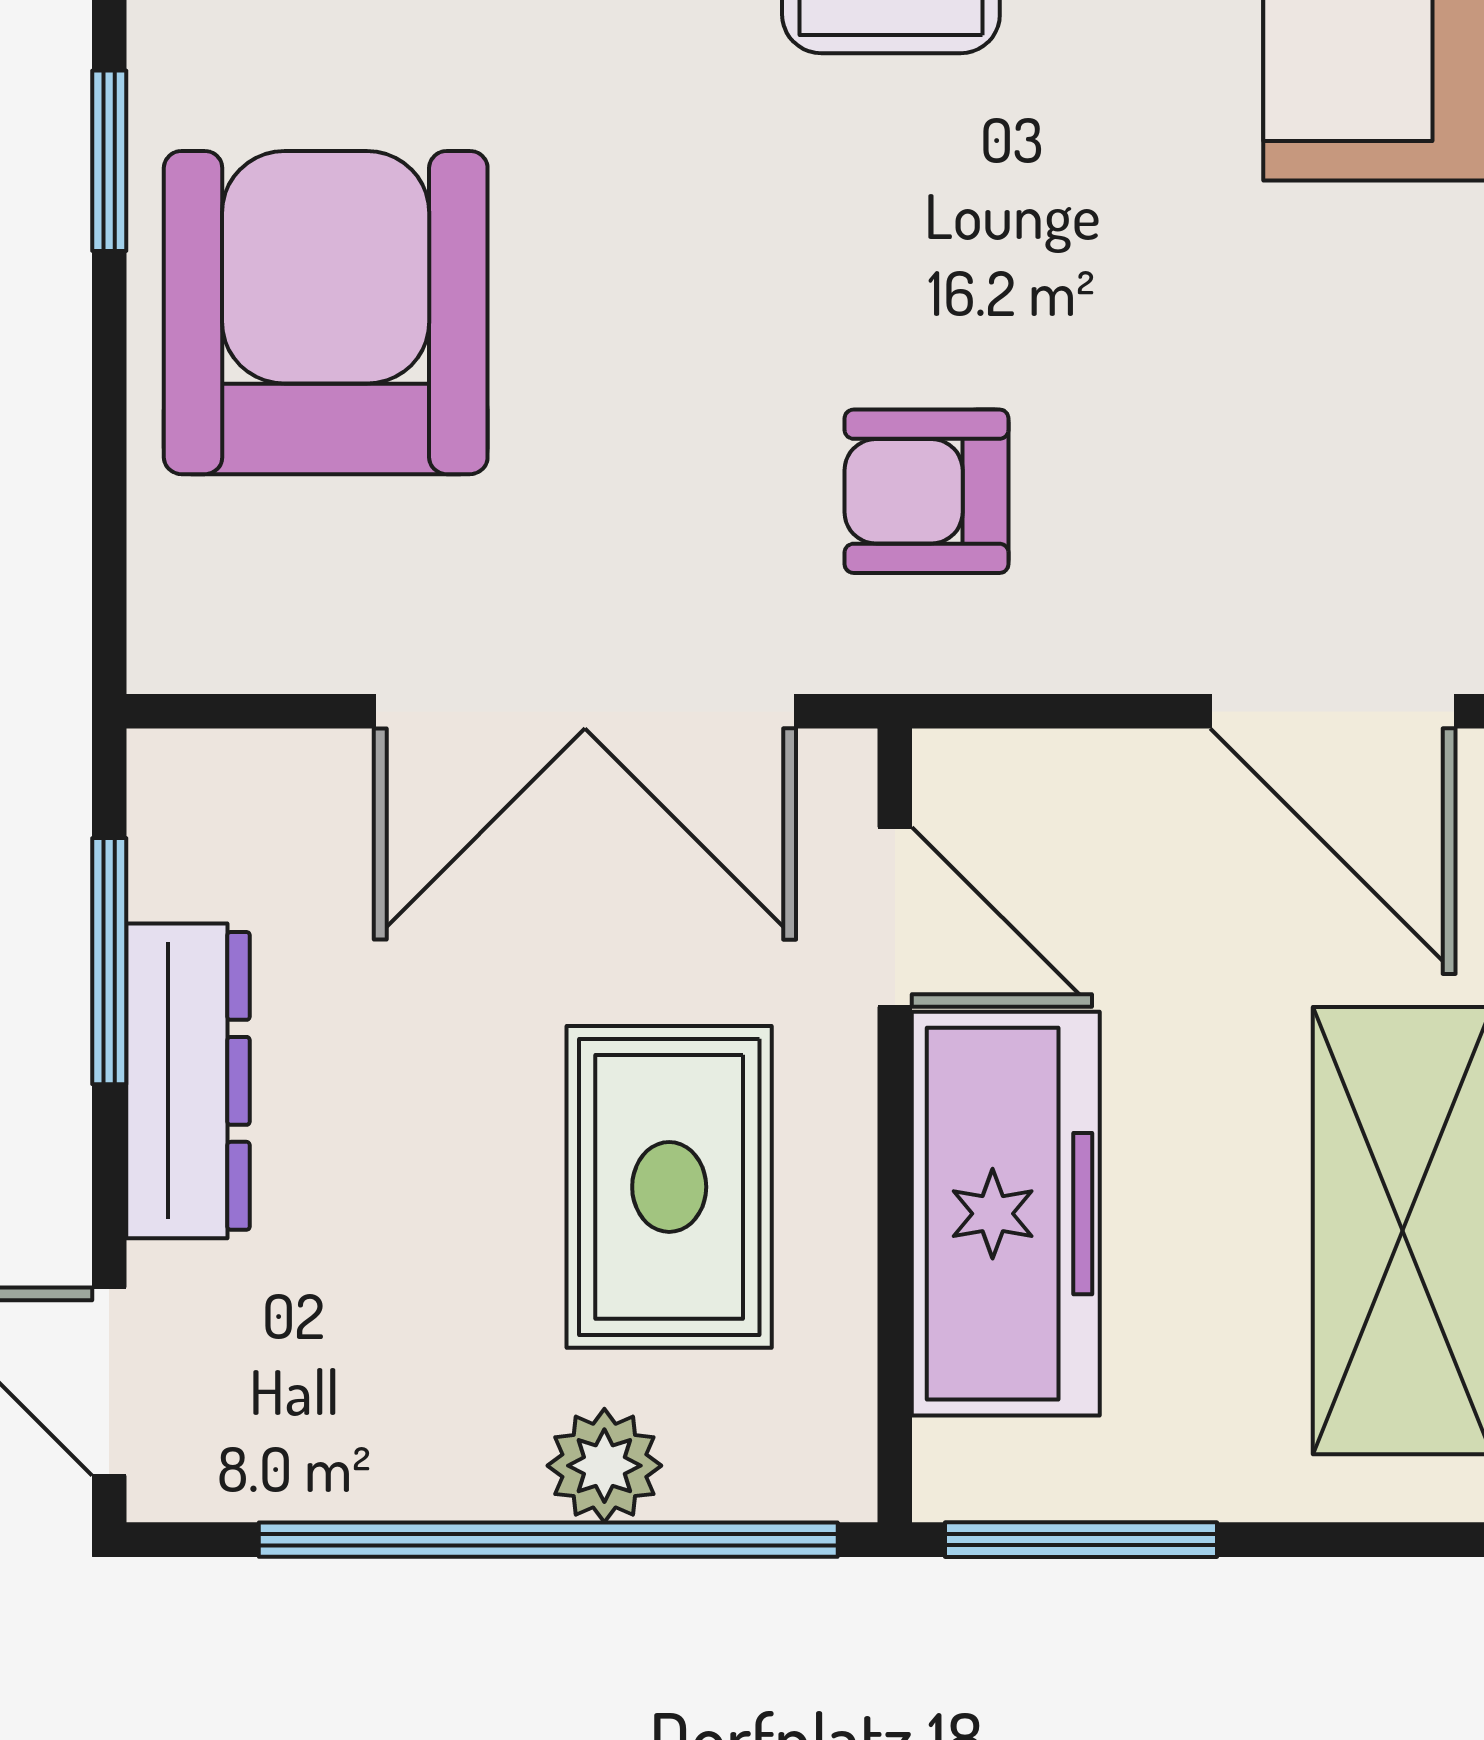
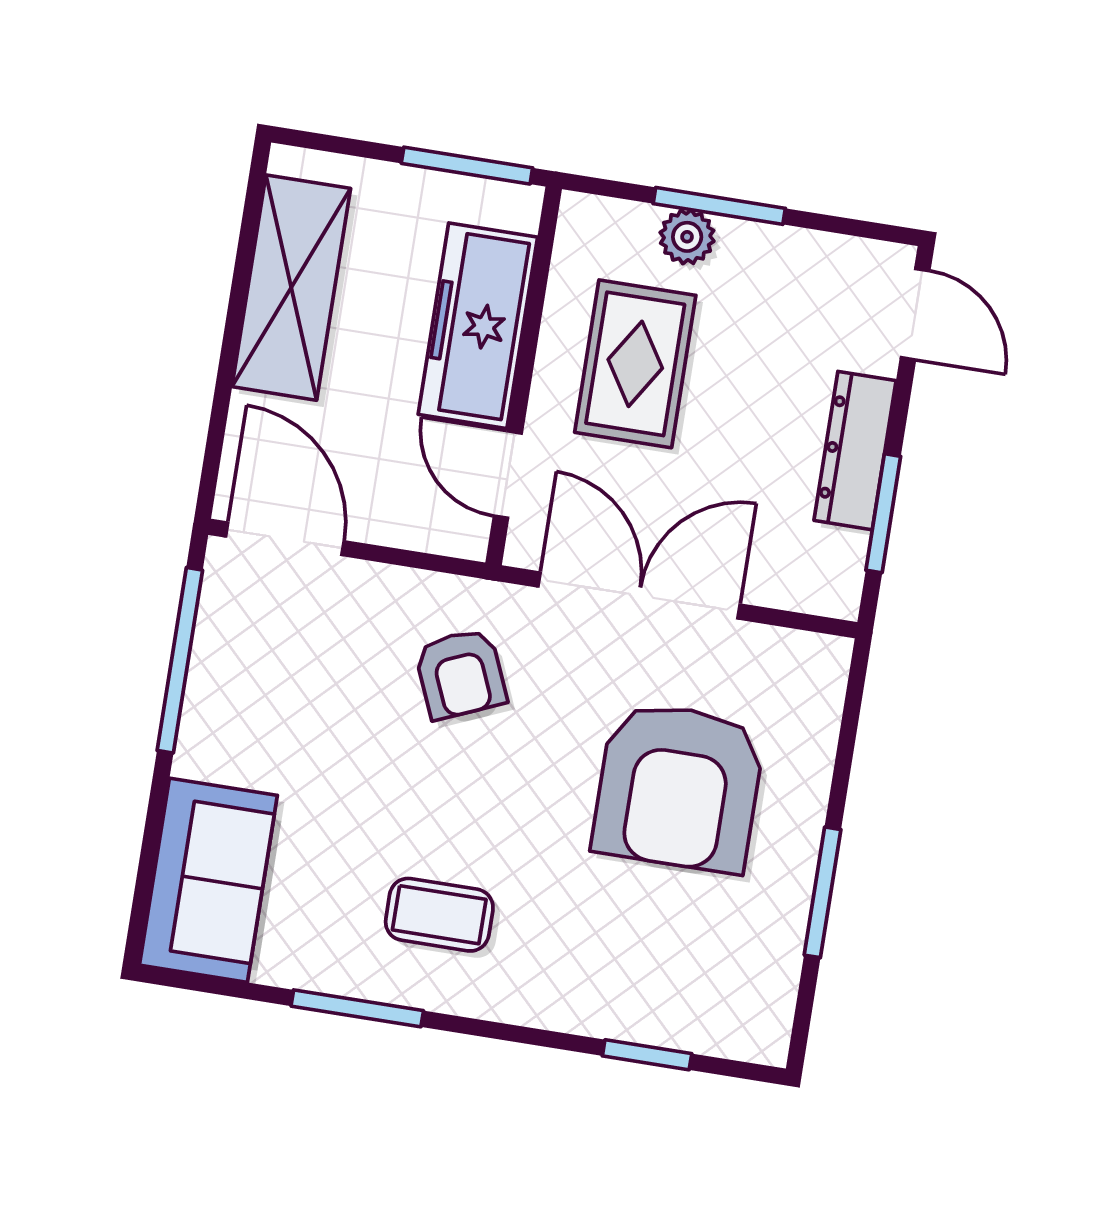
window: (109, 161) -> (823, 892), width x1.50
armchair: (326, 313) -> (679, 787), moved
armchair: (927, 491) -> (461, 674), turned 67
window: (548, 1540) -> (719, 206), width x0.47

